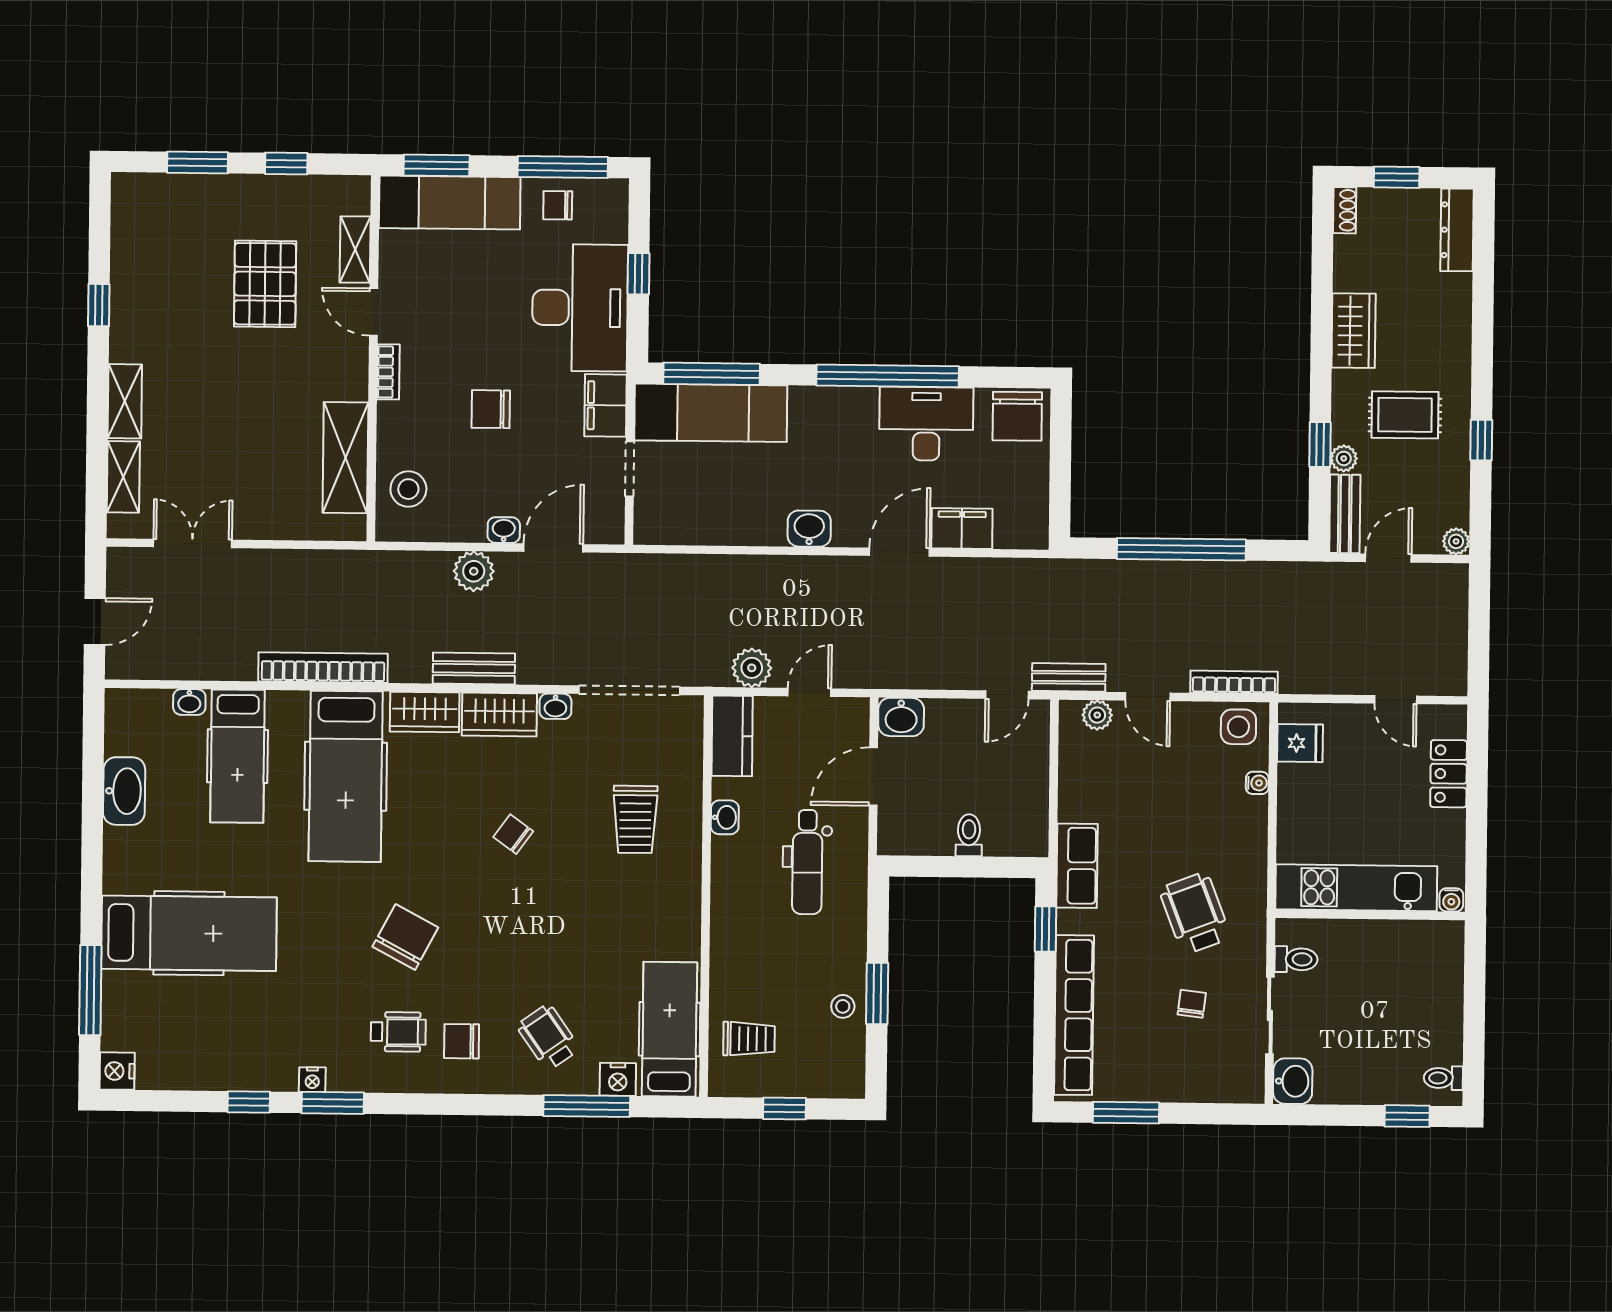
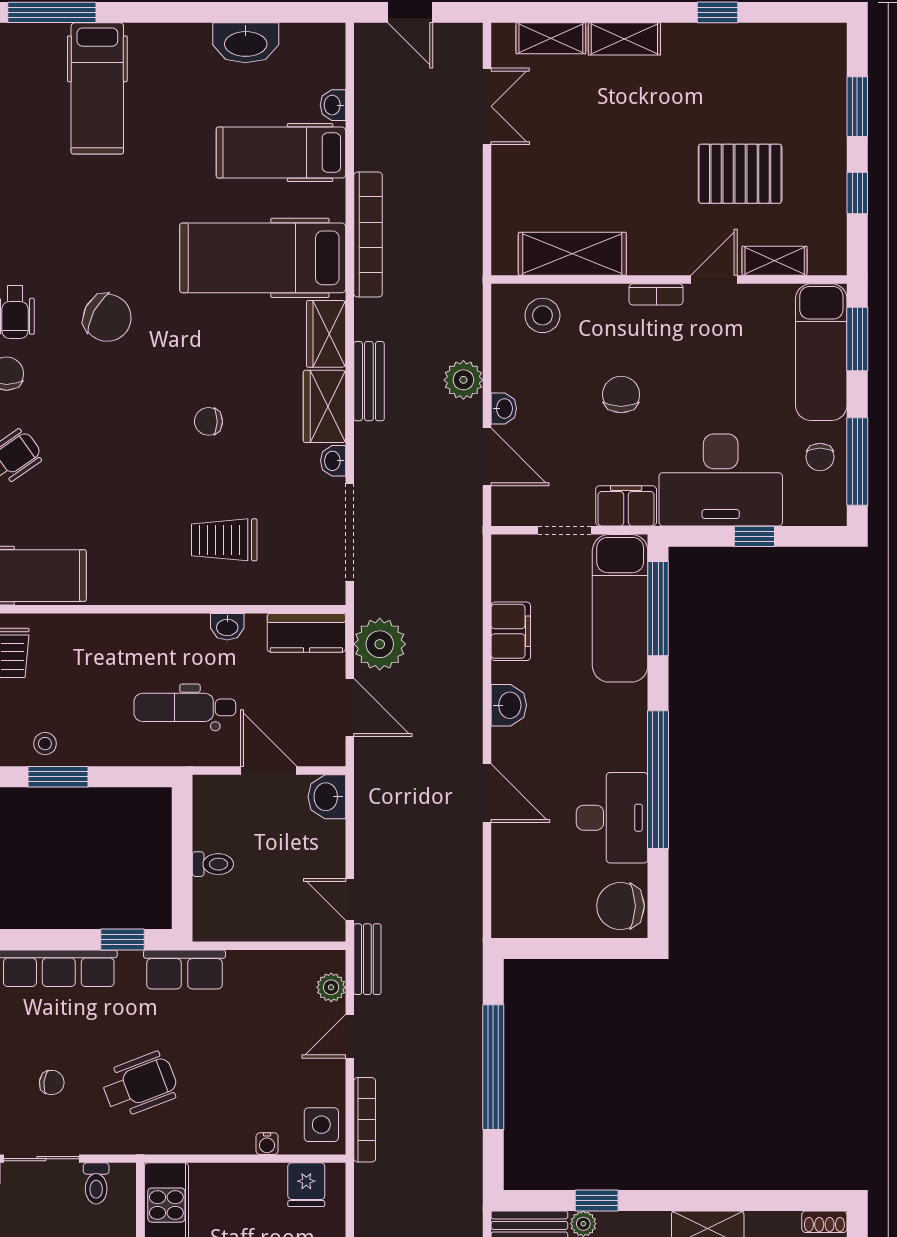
chair: (558, 205) -> (820, 457), turned 180
filing cabinet: (962, 528) -> (511, 631), moved
plant: (752, 668) -> (380, 644), width x1.36, depth x1.36
door: (809, 692) -> (350, 707), width x1.38
chair: (513, 834) -> (208, 421), turned -126
hospital bed: (189, 933) -> (97, 88), width x0.73, depth x0.78

